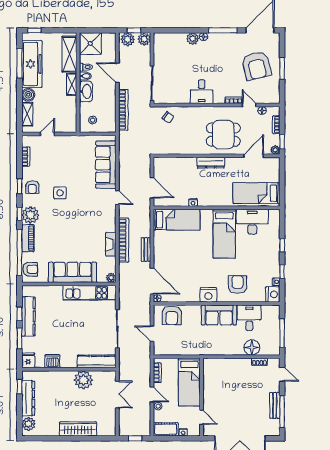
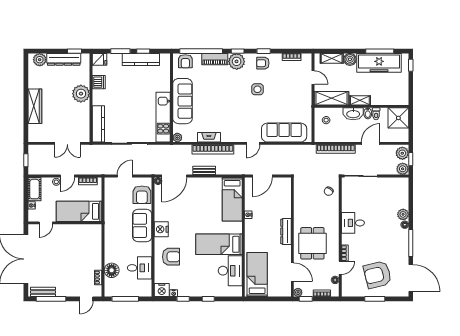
shelving: (69, 54) -> (332, 98), moved
armchair: (172, 315) -> (142, 195), turned -90
sofa: (219, 315) -> (142, 226), moved
plant: (83, 380) -> (81, 94), moved
bench: (275, 405) -> (43, 292), moved

